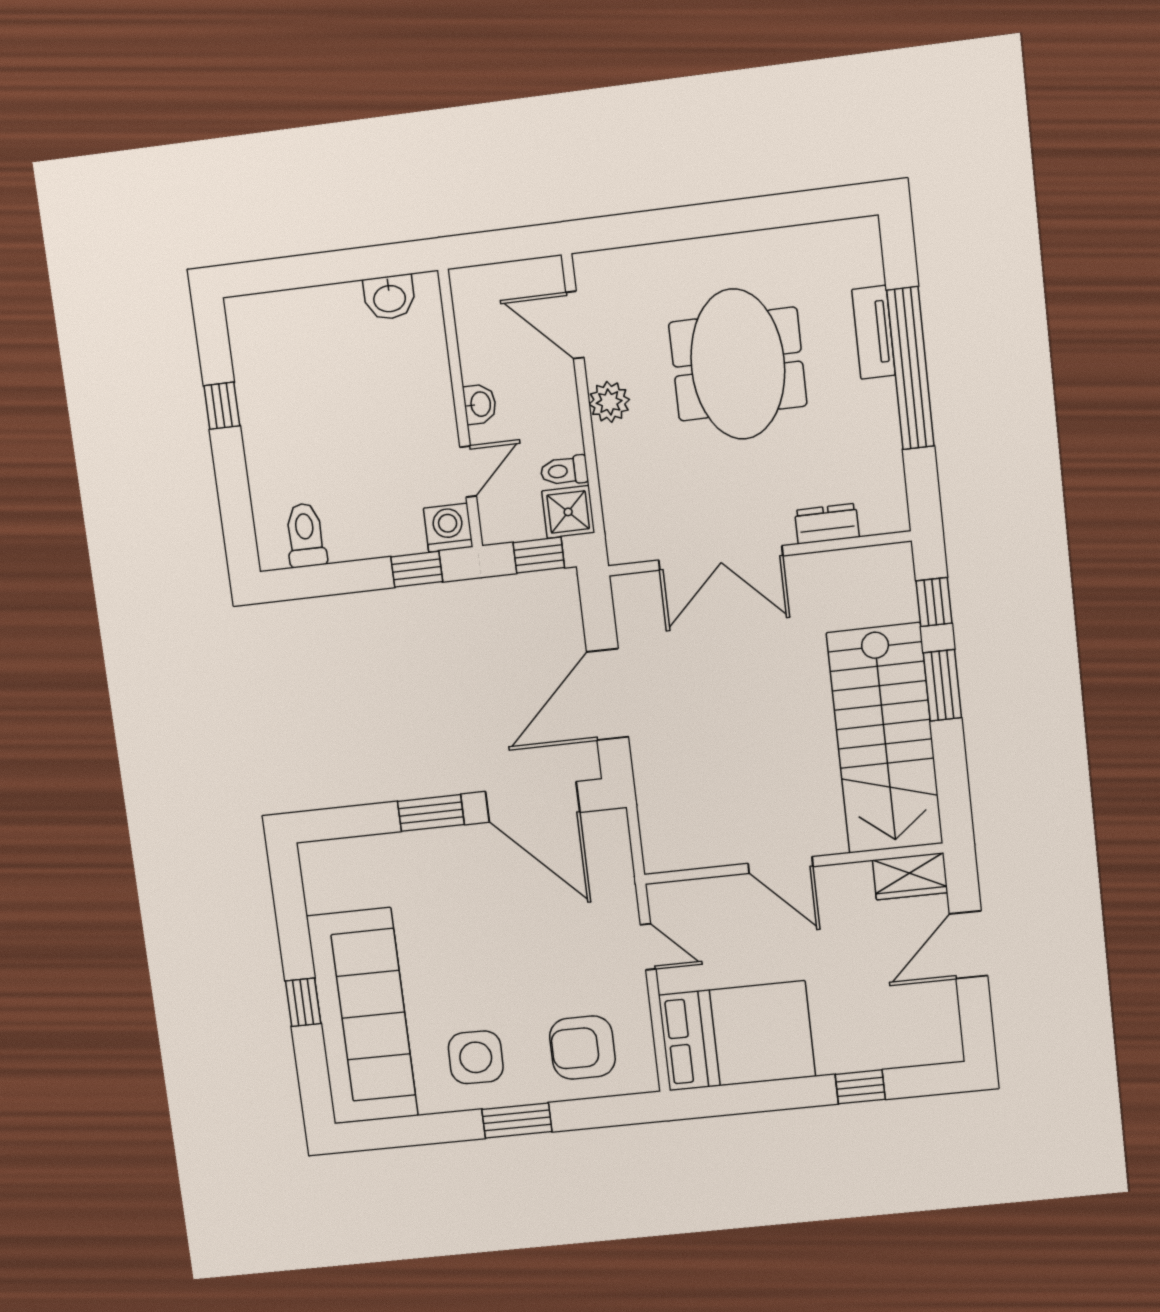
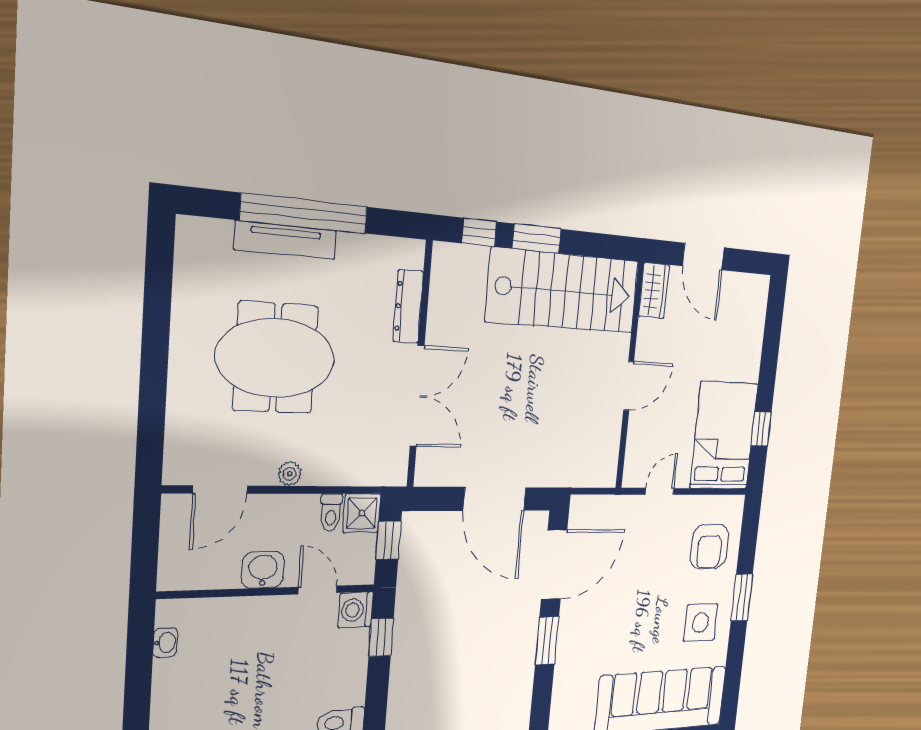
washbasin: (389, 297) -> (165, 643), width x0.72, depth x0.69
tv unit: (874, 332) -> (286, 240), width x1.41
plant: (609, 402) -> (290, 474), width x0.73, depth x0.73
washbasin: (480, 404) -> (263, 570), width x1.38, depth x1.45
dresser: (827, 524) -> (408, 307), width x1.44
window: (860, 1087) -> (761, 429), moved

